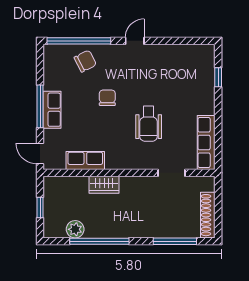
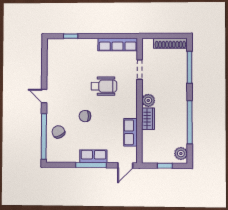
plant: (129, 185) -> (148, 100), added
plant: (75, 229) -> (181, 154), moved

